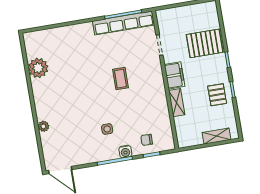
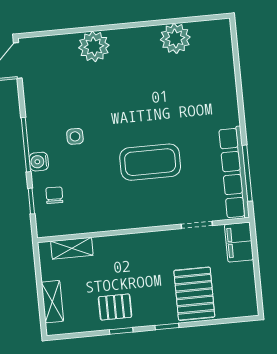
filing cabinet: (174, 75) -> (239, 242), moved, turned 90
coffee table: (120, 79) -> (150, 162), width x1.86, depth x1.72
shelving: (177, 103) -> (72, 248), moved
plant: (43, 126) -> (94, 46), width x1.87, depth x1.87

